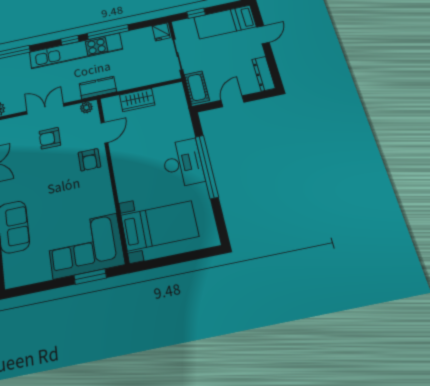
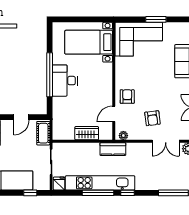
kitchen unit: (76, 51) -> (100, 183), moved
double door: (45, 109) -> (166, 141), moved
armchair: (50, 138) -> (152, 118), turned 83
window: (90, 277) -> (156, 19), moved

